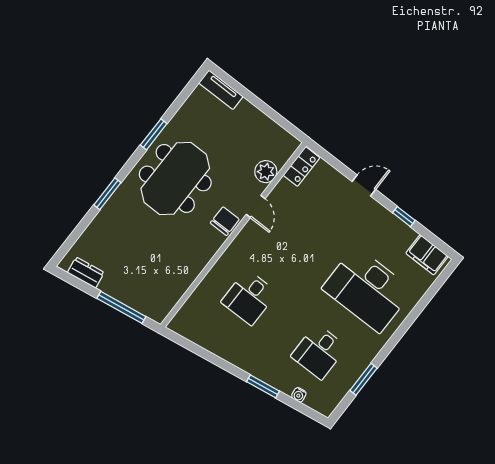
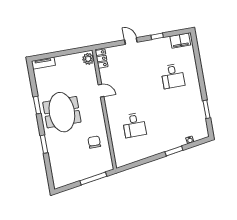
plant: (266, 172) -> (88, 59), moved
door: (364, 185) -> (131, 41), hinge flipped
chair: (225, 221) -> (94, 142), moved
dresser: (86, 273) -> (67, 180), removed
desk: (367, 289) -> (173, 76), width x0.53, depth x0.77
desk: (319, 352) -> (180, 117), removed

